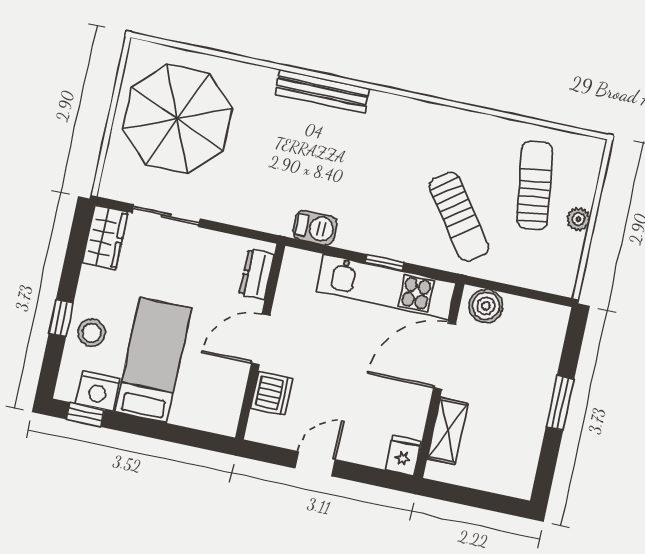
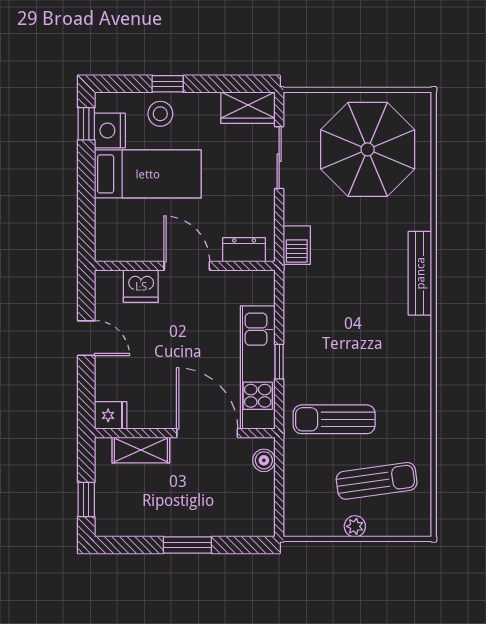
sun lounger: (459, 217) -> (334, 419), turned 36
barbecue: (315, 228) -> (297, 245), moved
boiler: (486, 306) -> (264, 460), width x0.73, depth x0.73
window: (488, 501) -> (86, 500), added

